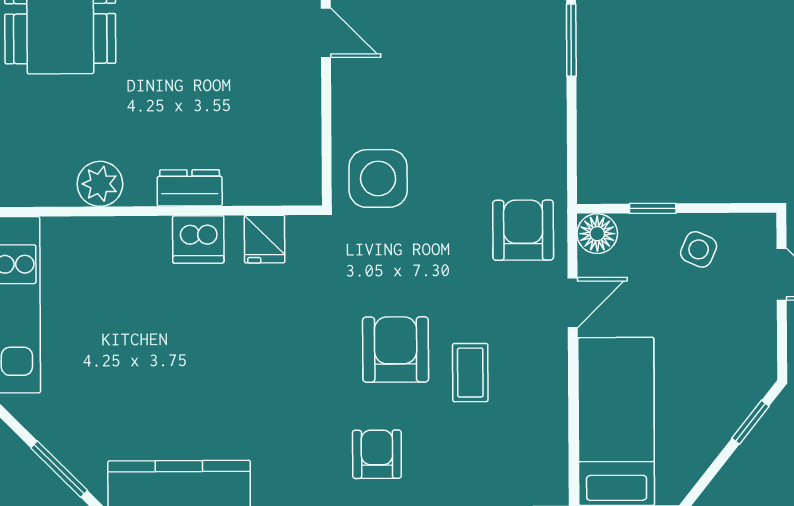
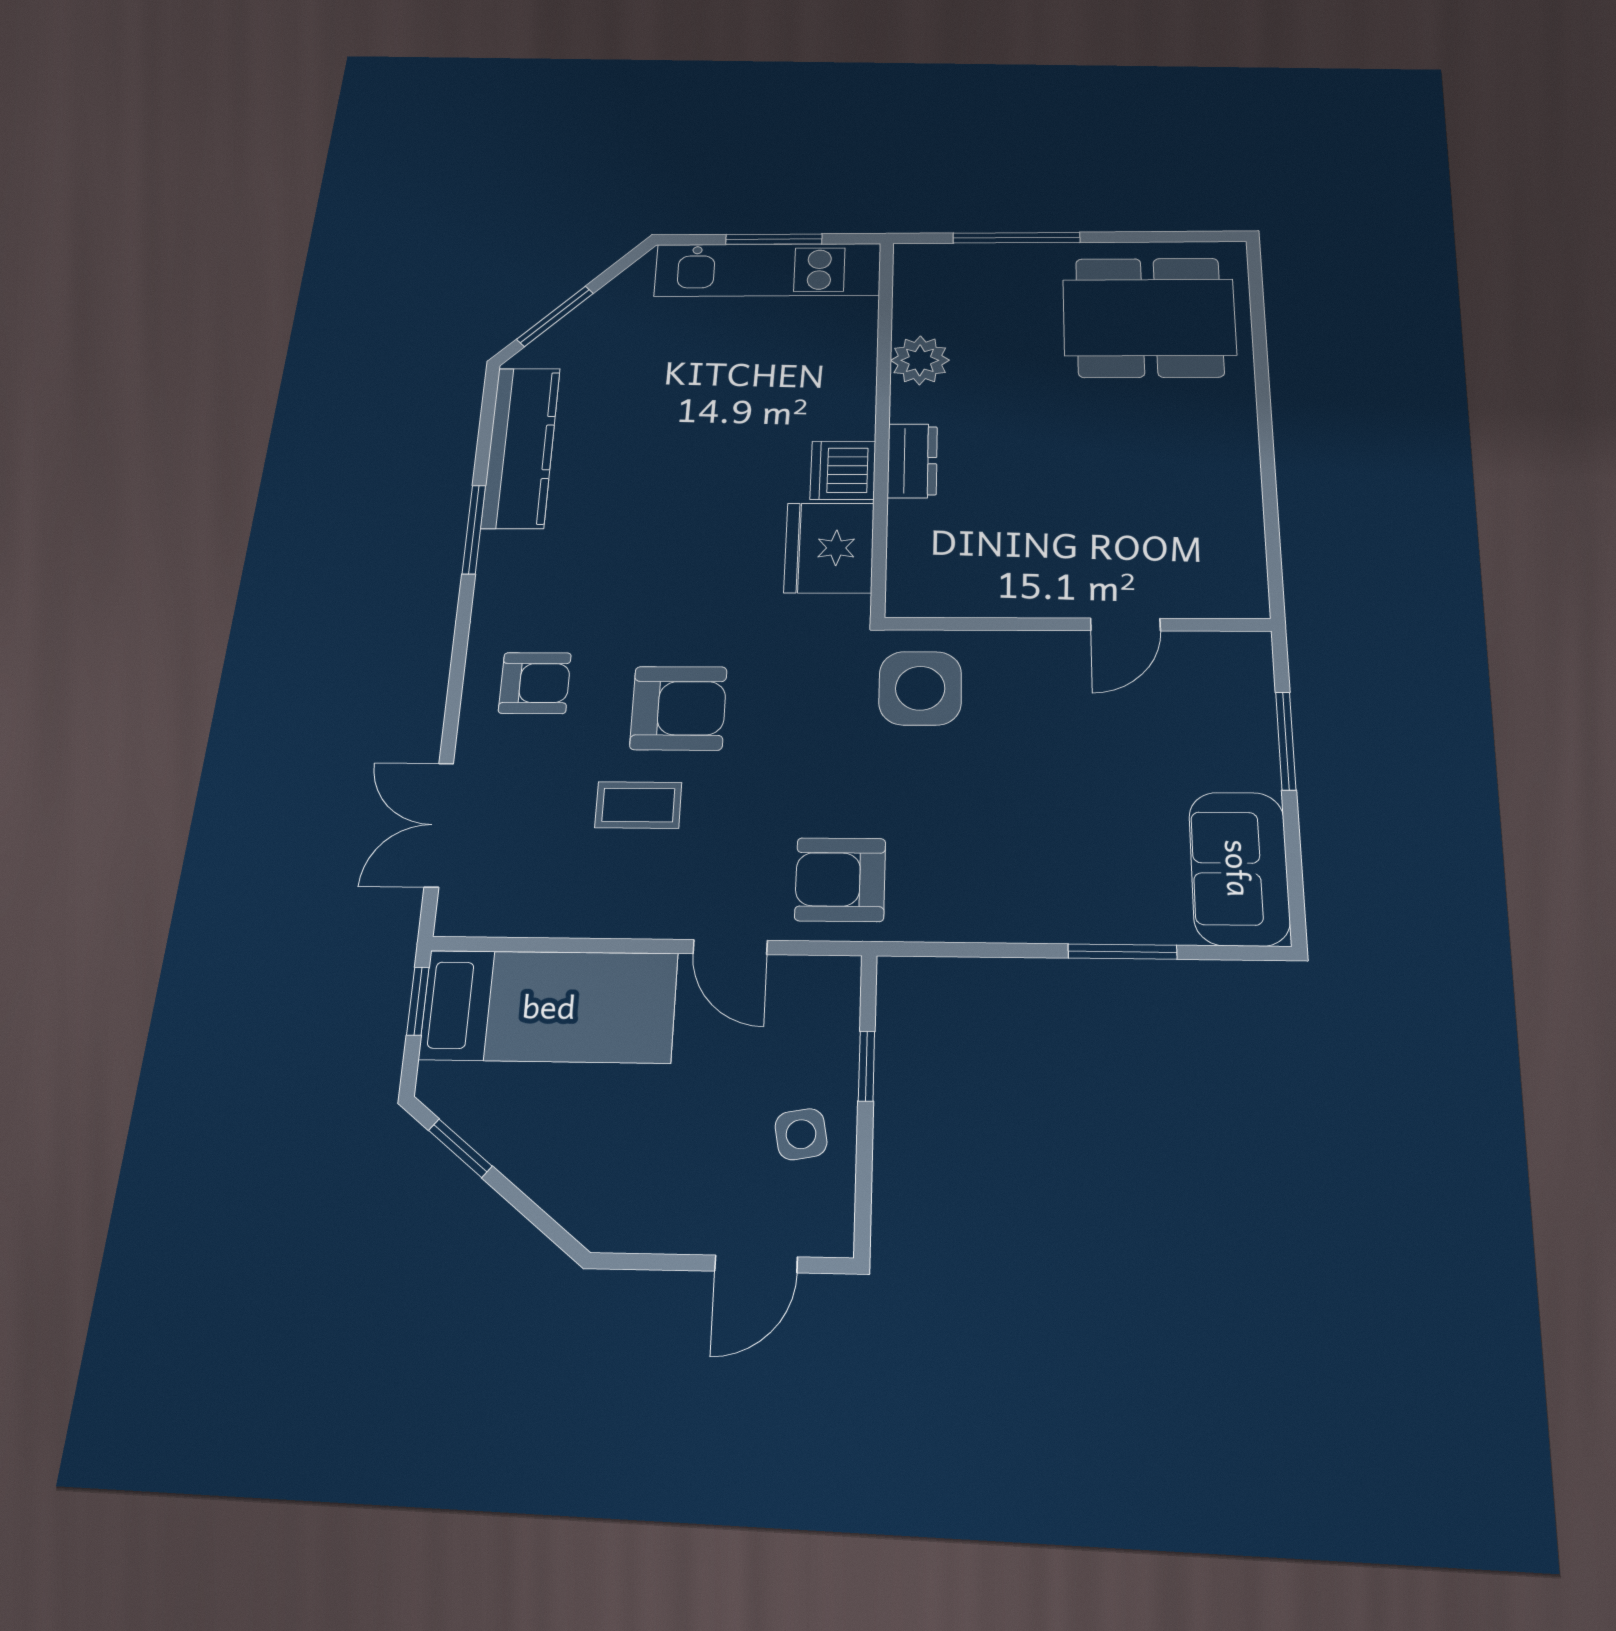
armchair: (523, 230) -> (840, 879), turned 180
floor lamp: (597, 234) -> (831, 984), removed
fridge: (265, 239) -> (829, 548), width x1.88, depth x1.34
side table: (699, 249) -> (801, 1134), turned -34
window: (750, 422) -> (460, 1148), moved

